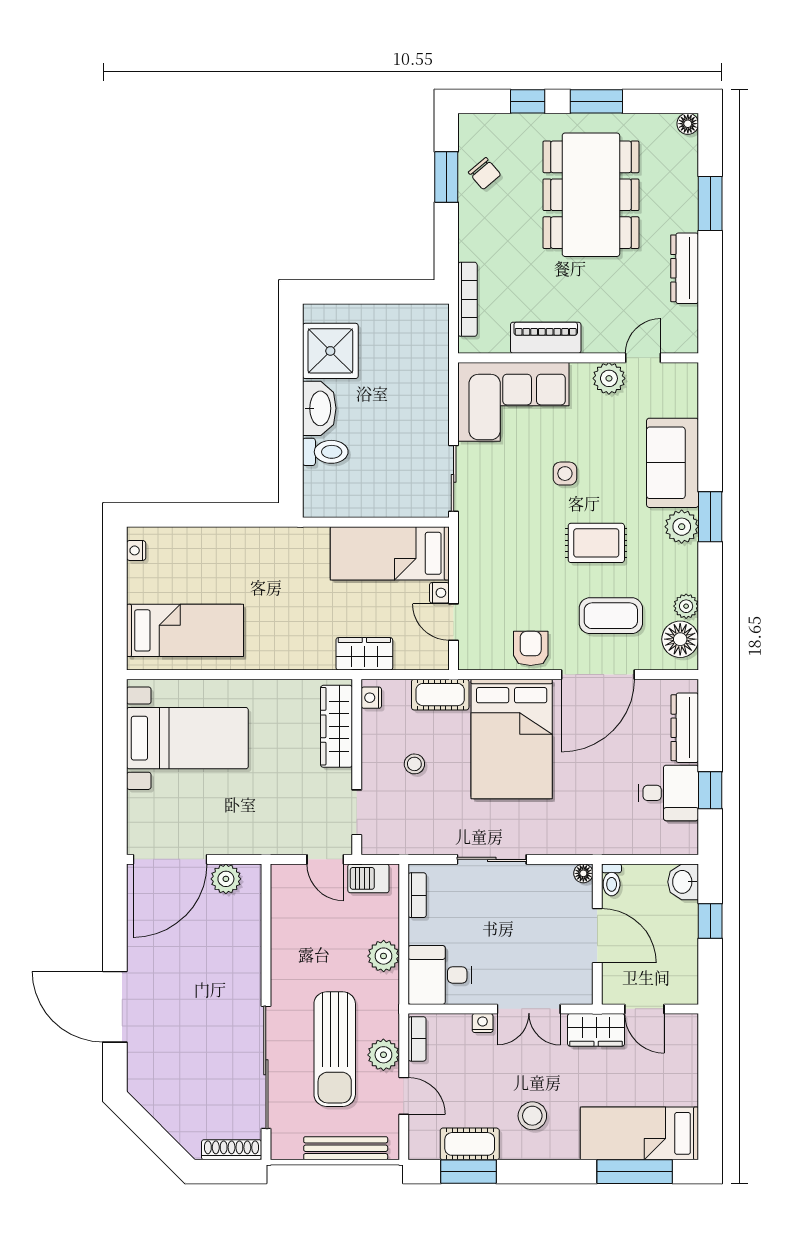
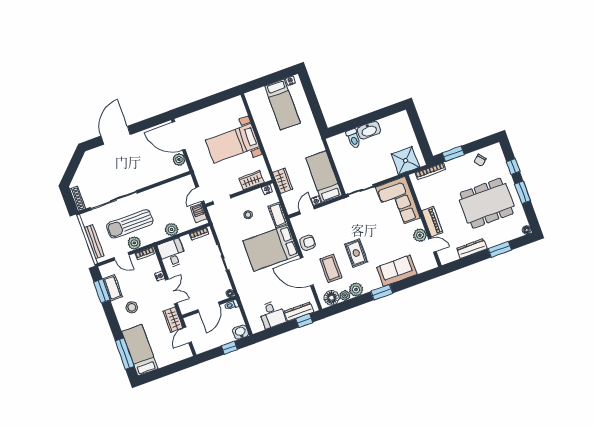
window: (446, 177) -> (453, 154), moved
piano: (546, 338) -> (432, 222), moved
shower: (330, 351) -> (405, 160), moved
side table: (565, 474) -> (378, 232), removed
plant: (682, 527) -> (356, 289), moved
bed: (185, 630) -> (282, 104), moved
wardrobe: (337, 726) -> (252, 180), width x0.67
bed with nightstands: (187, 738) -> (232, 143), moved, turned 90
window: (710, 790) -> (304, 320), moved
double door: (529, 1009) -> (171, 291), swing flipped
door: (404, 1096) -> (122, 256), hinge flipped

